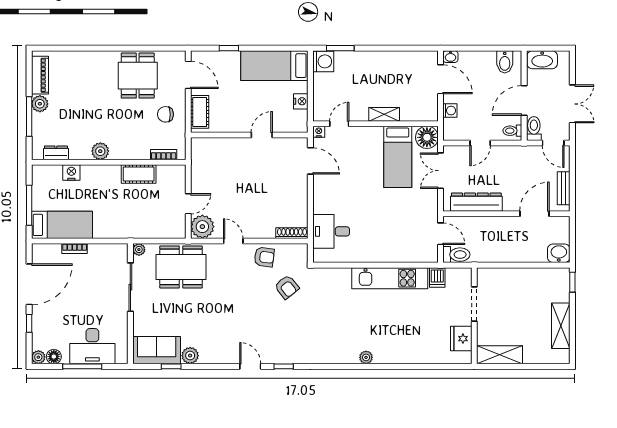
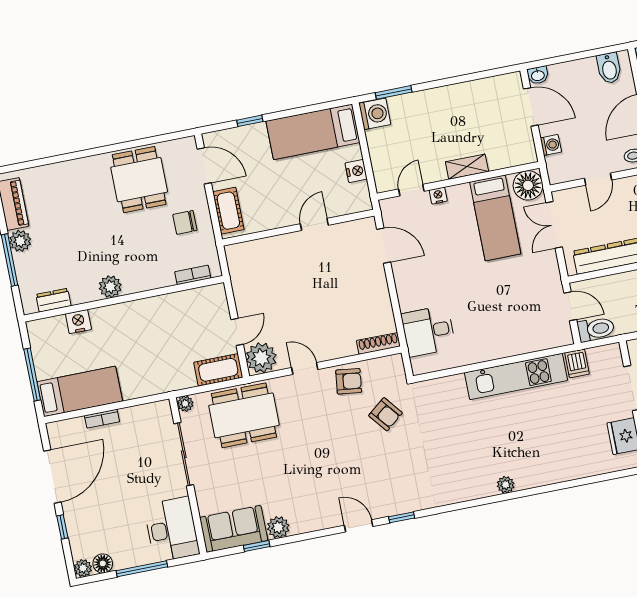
nightstand: (319, 132) -> (438, 196), moved
cot: (139, 174) -> (218, 370), moved
desk: (92, 346) -> (172, 529), moved, turned -90

